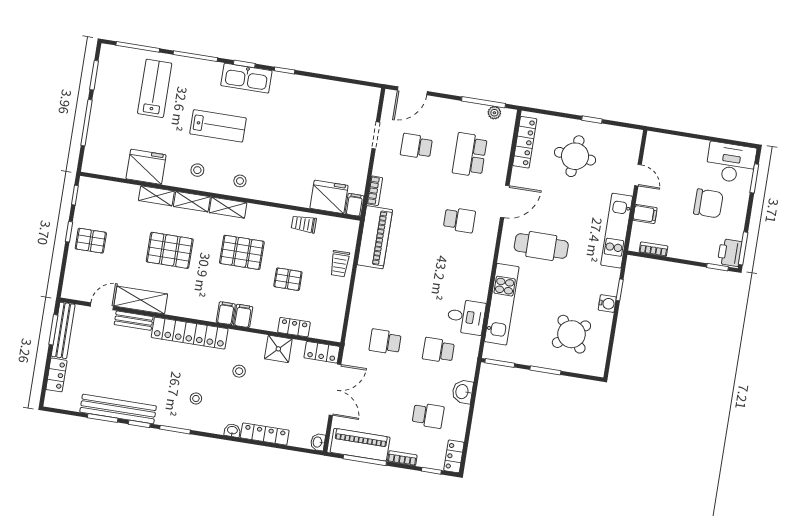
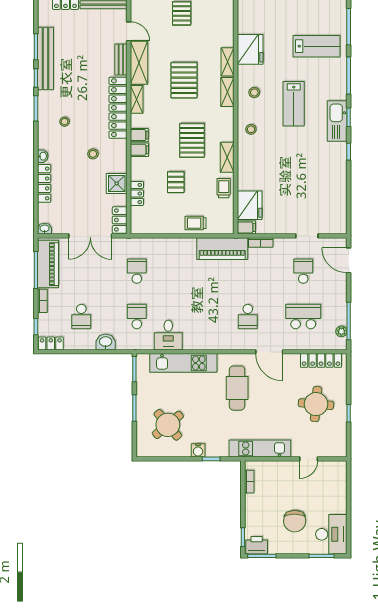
shelving: (228, 208) -> (227, 157), moved
filing cabinet: (645, 214) -> (277, 470), removed
shelving: (183, 310) -> (137, 99), added

